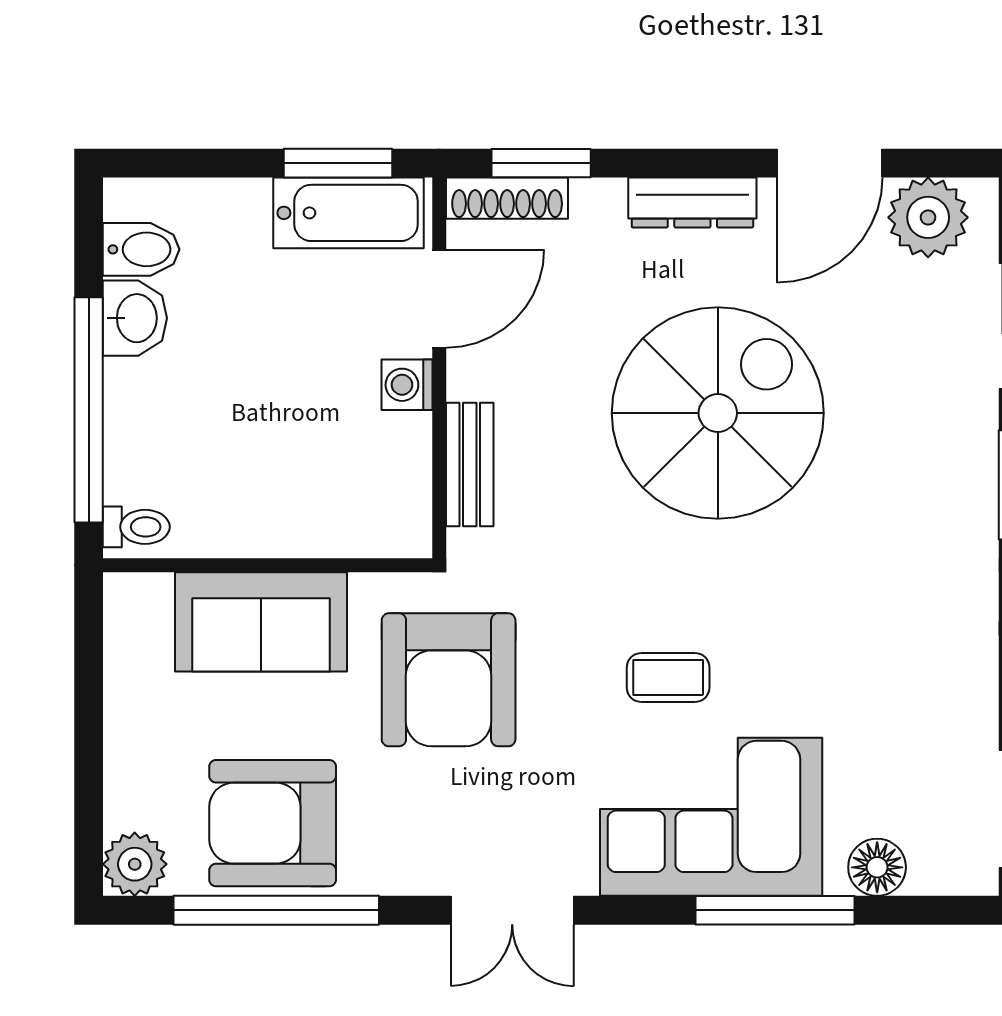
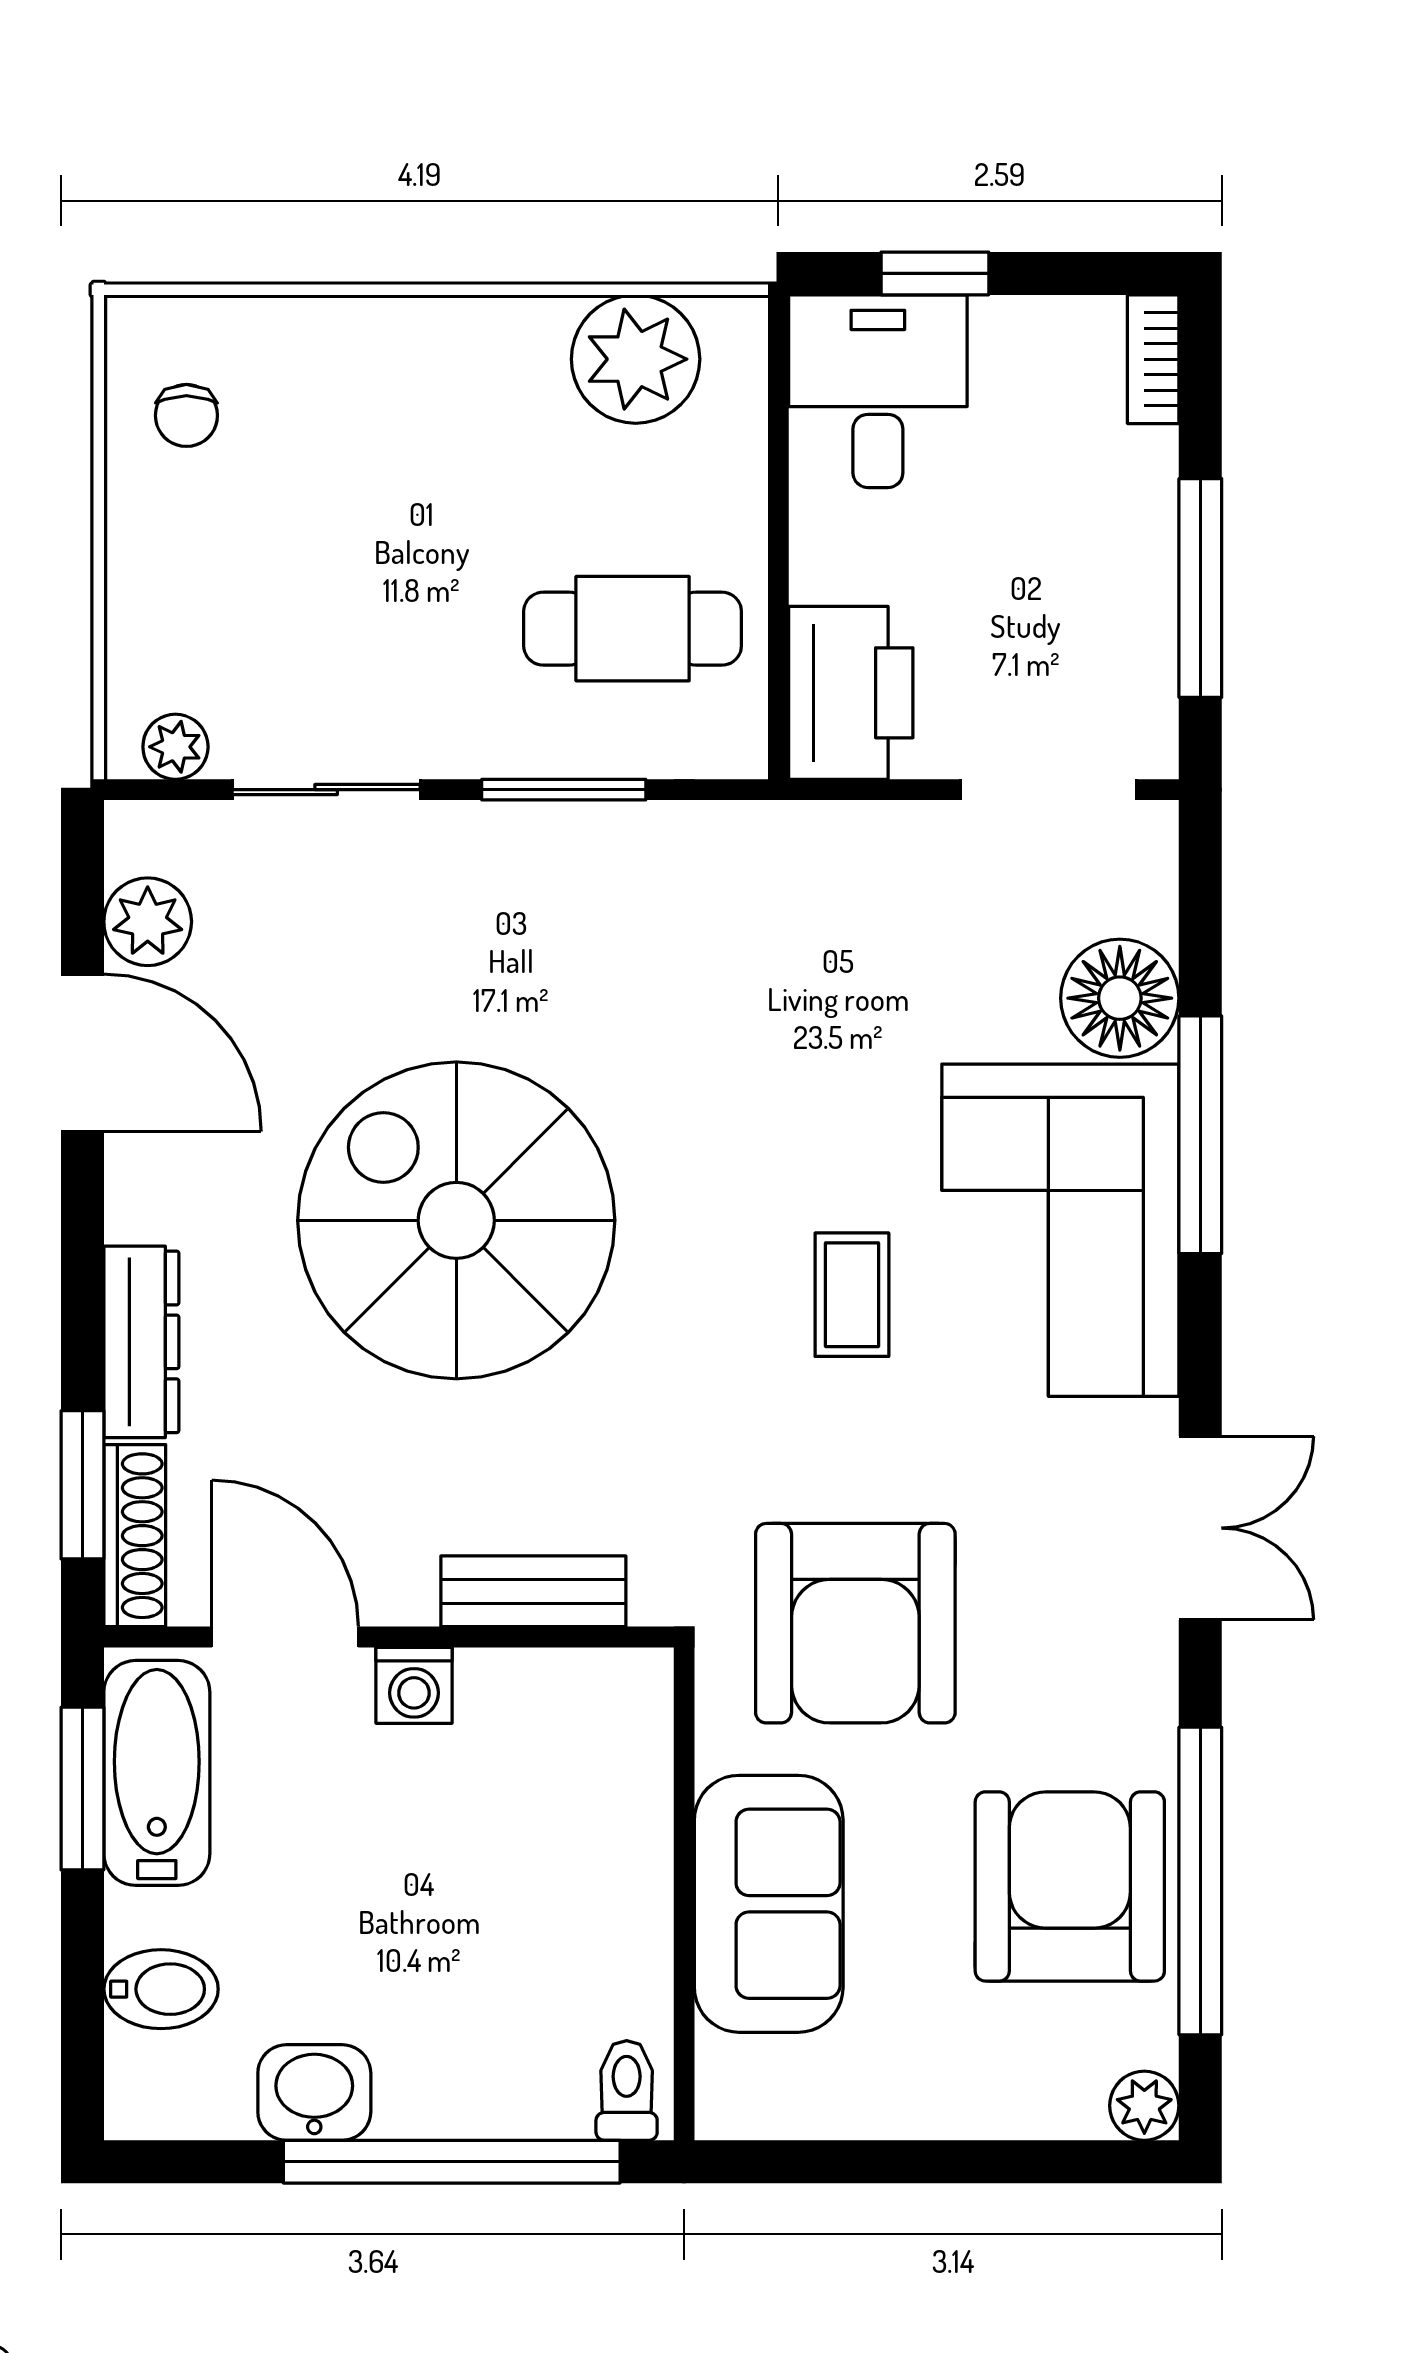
dresser: (692, 203) -> (141, 1342), moved
plant: (928, 217) -> (148, 922), width x0.73, depth x0.73
bidet: (141, 249) -> (161, 1989), moved, turned 90
armchair: (449, 680) -> (855, 1623), turned 90
armchair: (273, 823) -> (1070, 1886), turned 180
plant: (135, 864) -> (1144, 2106), width x0.73, depth x0.73
floor lamp: (877, 867) -> (1120, 998), width x1.38, depth x1.38

